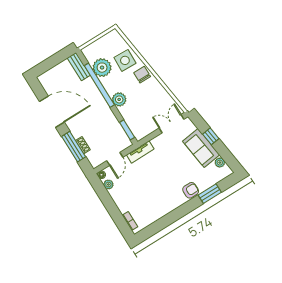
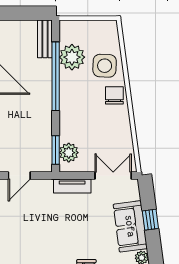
plant: (119, 99) -> (69, 153), moved
tv unit: (140, 152) -> (72, 186), moved

